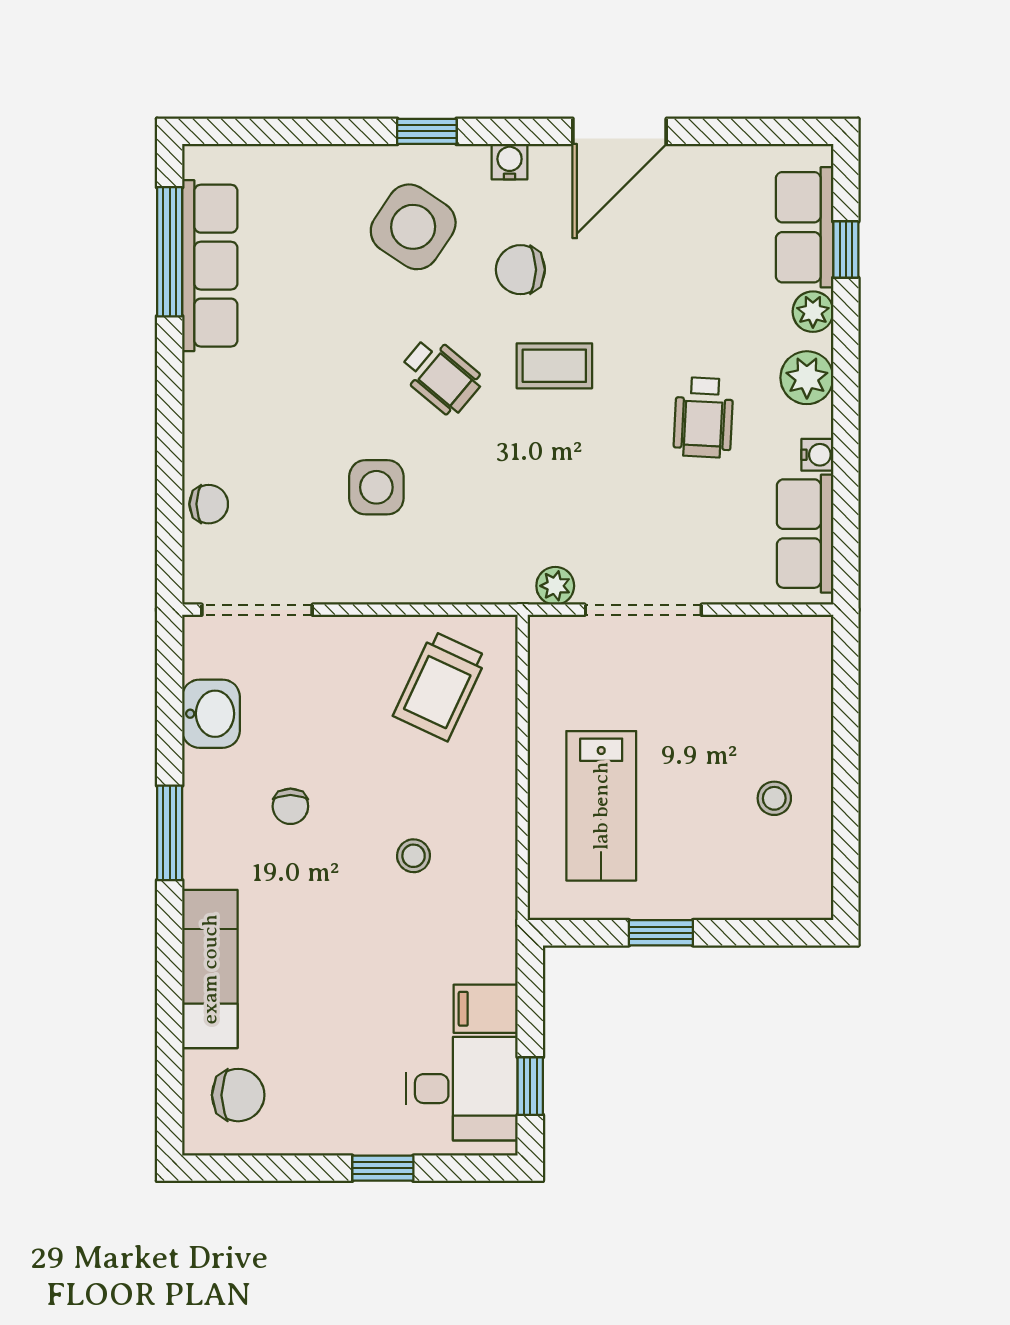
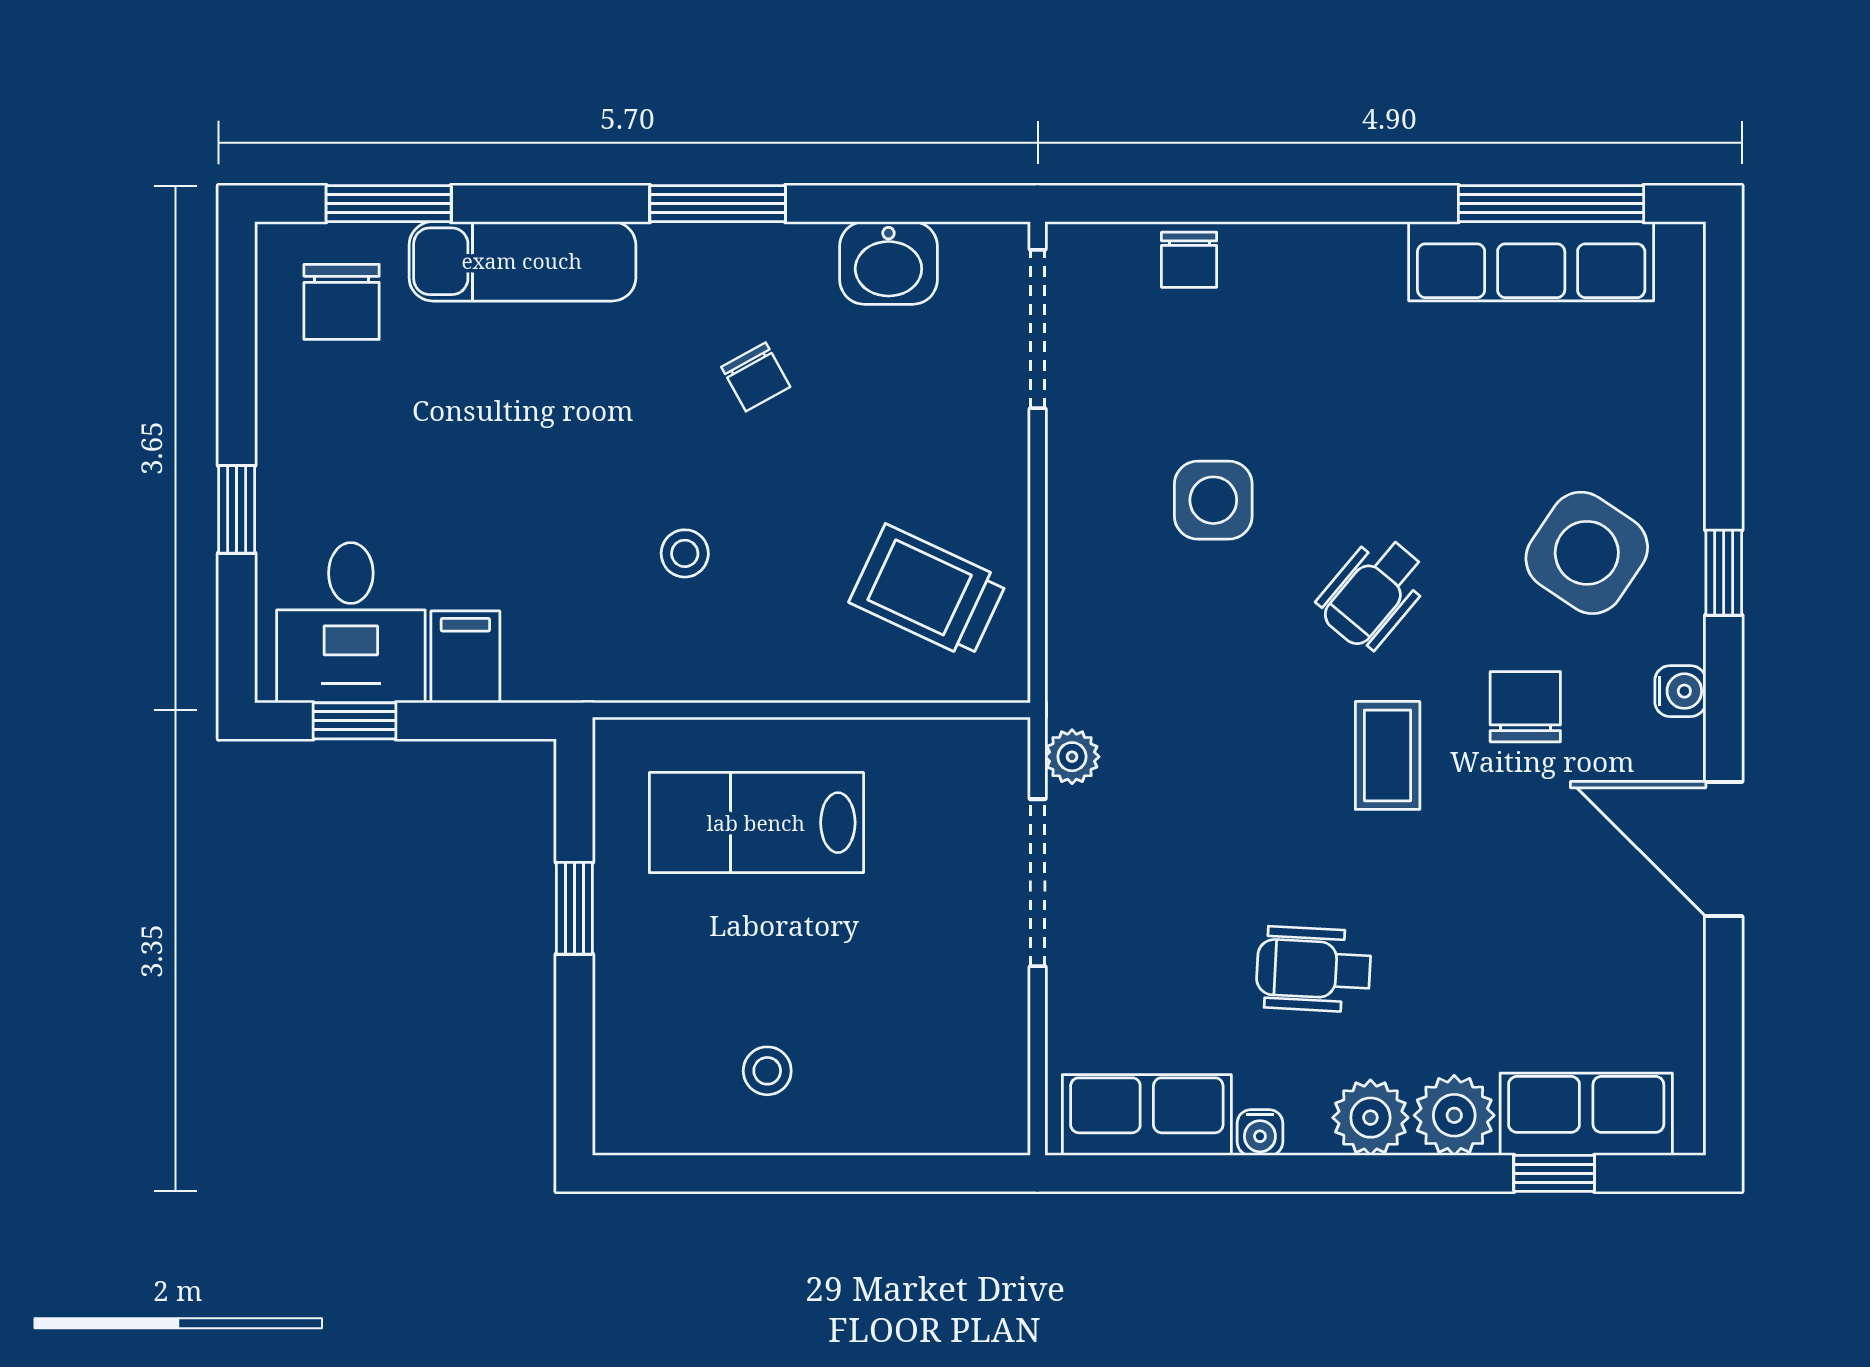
plant: (813, 312) -> (1454, 1115), width x1.38, depth x1.38
chair: (290, 806) -> (756, 377), turned -119
window: (170, 1062) -> (389, 204), added

